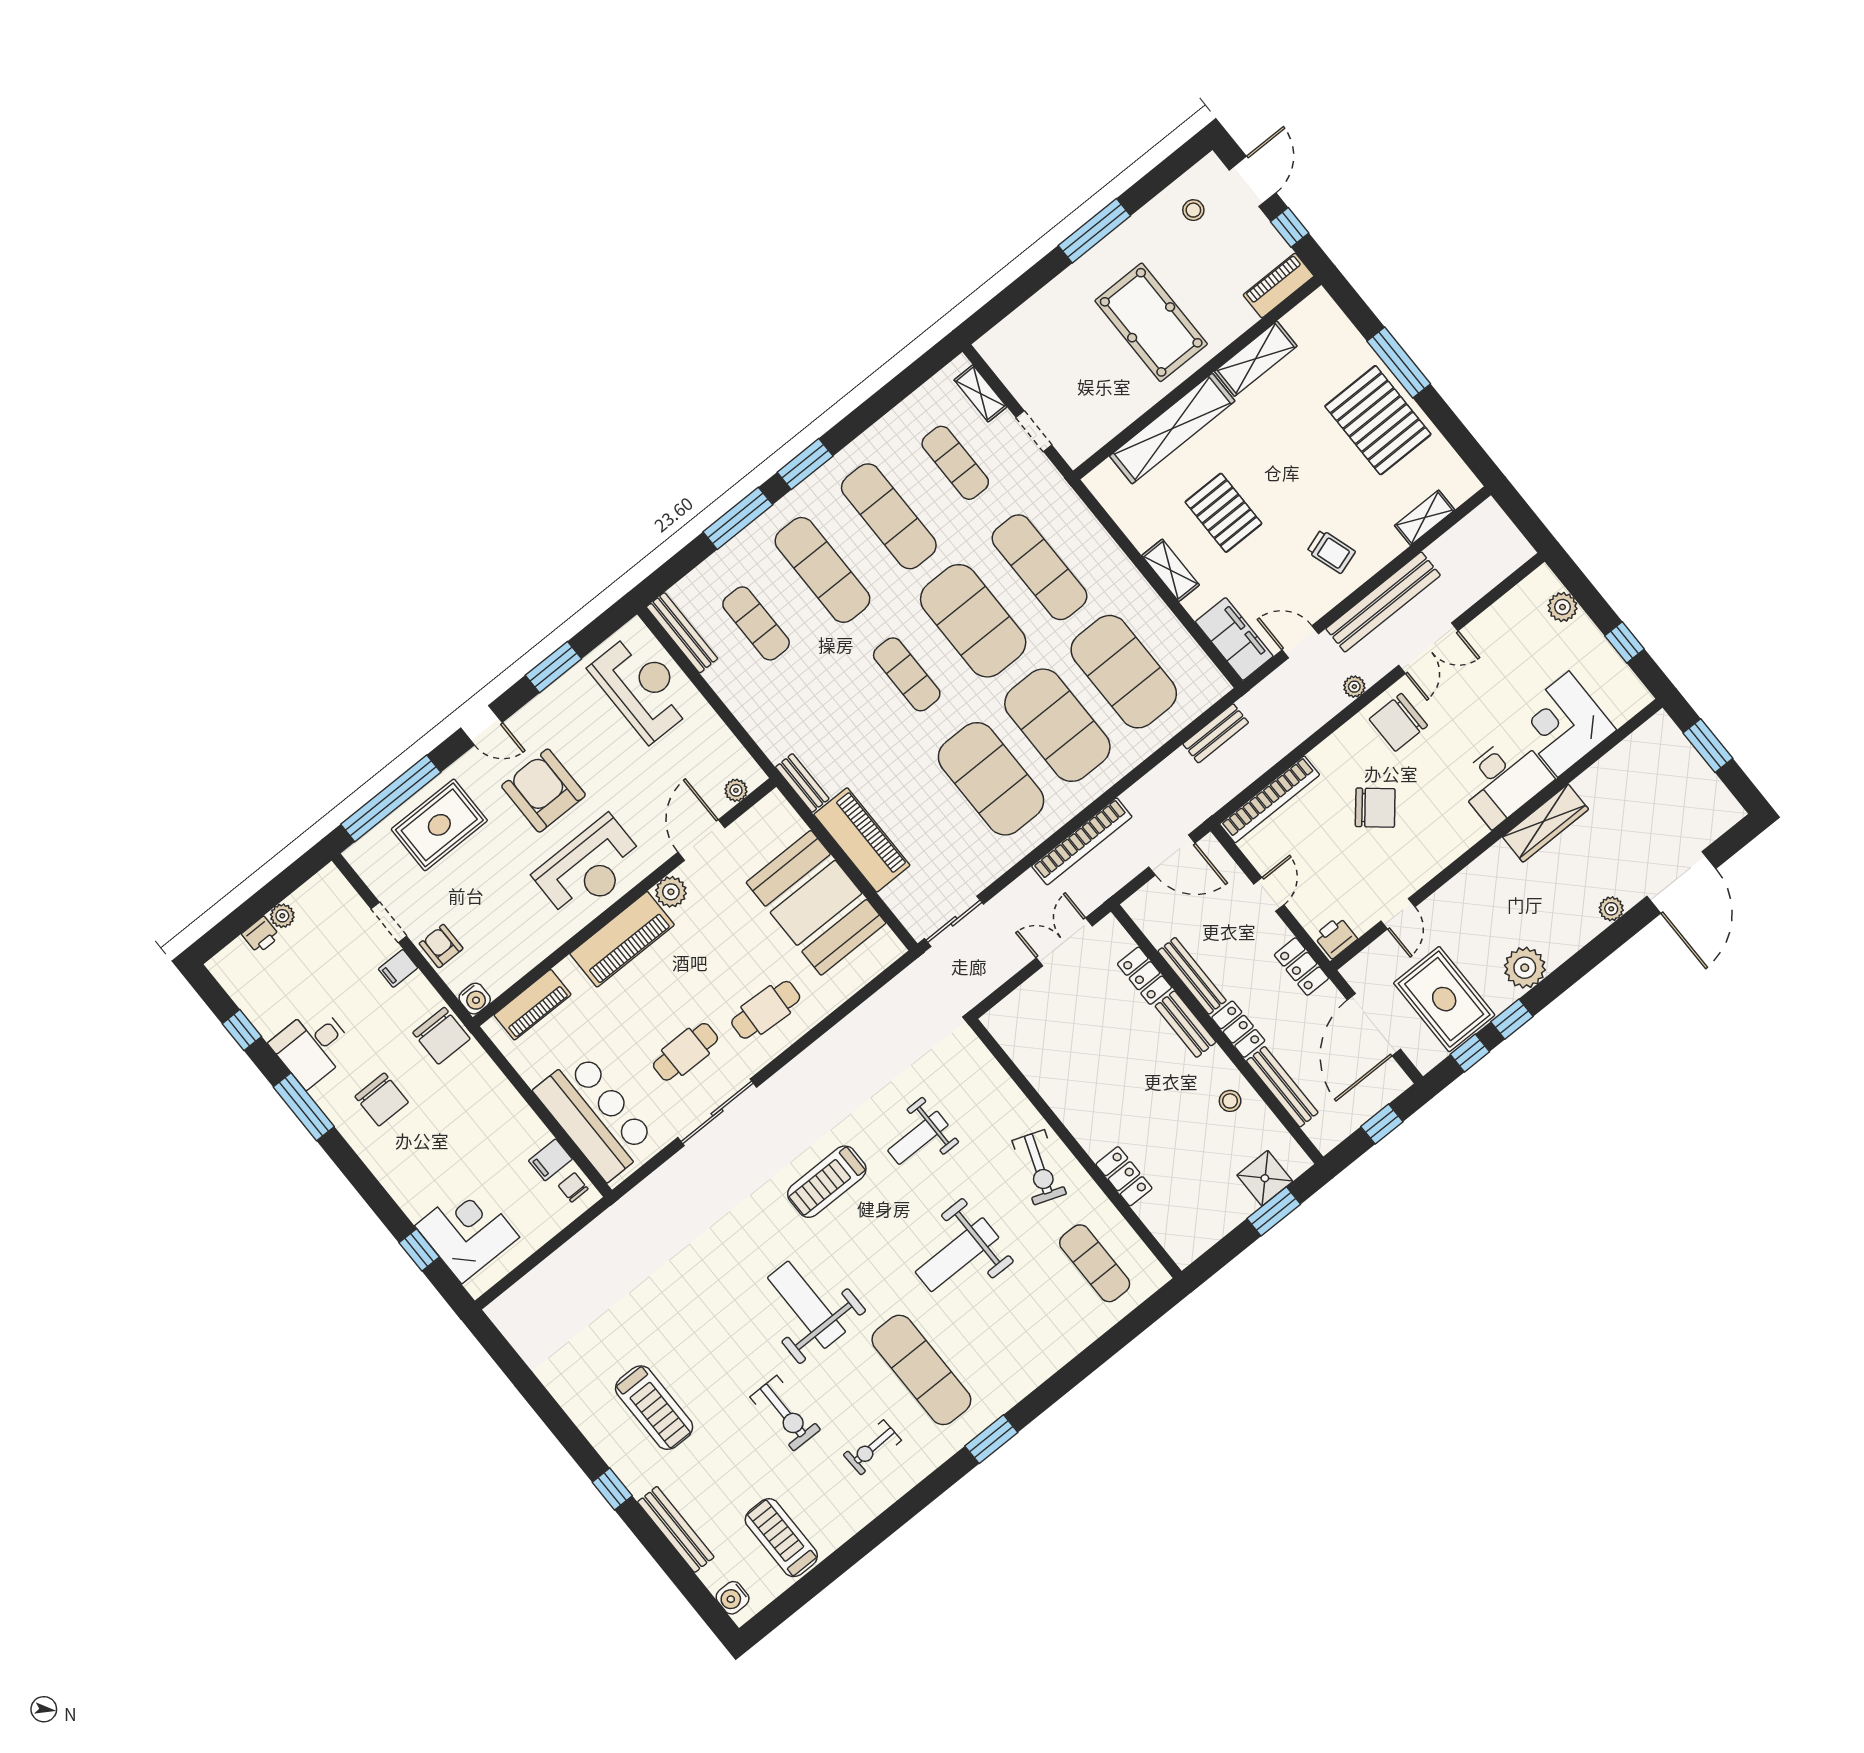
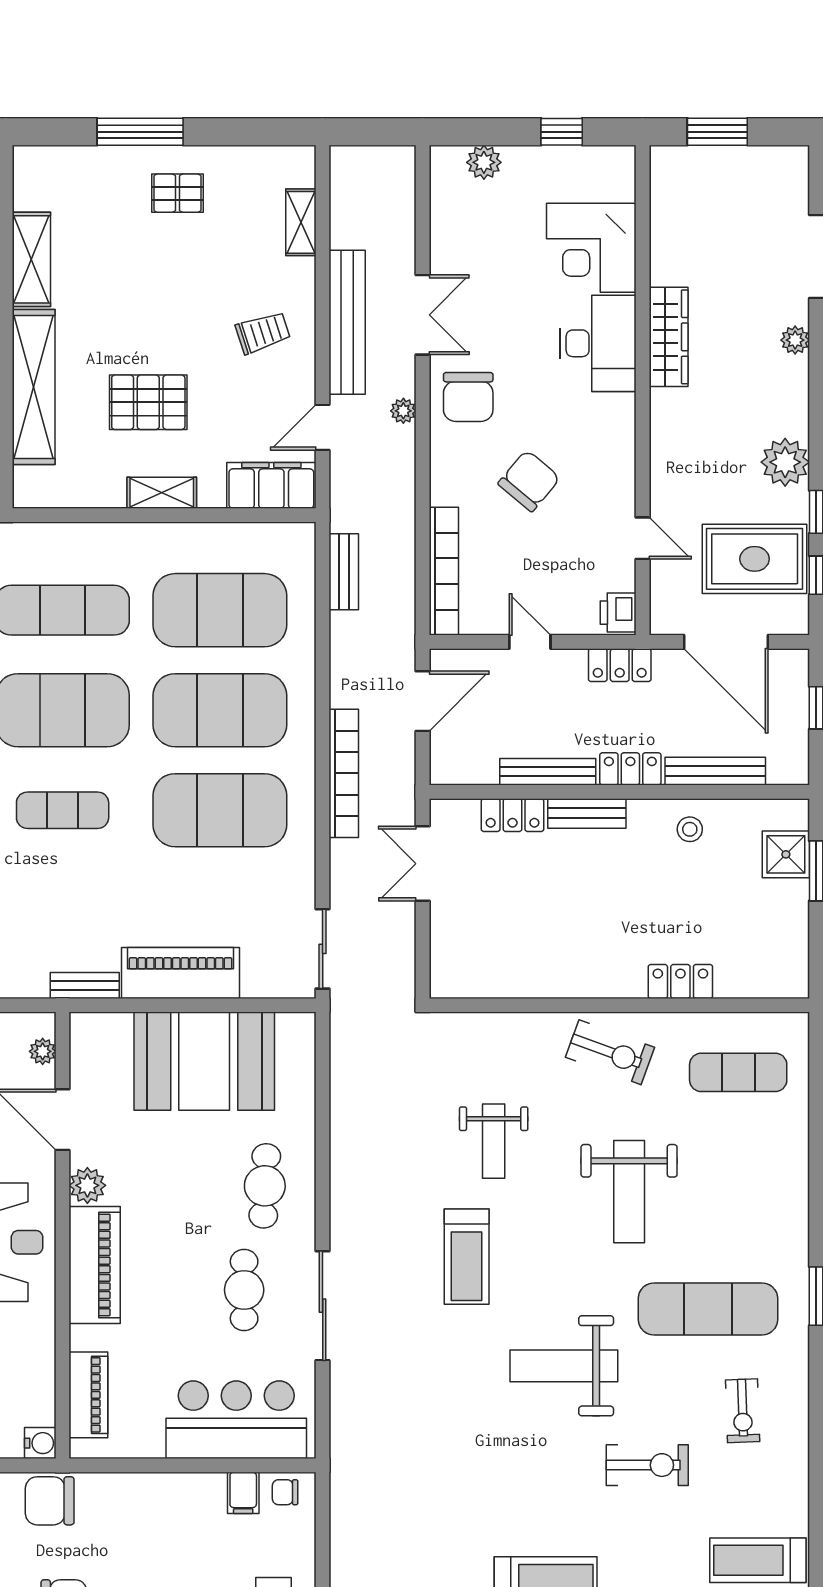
pallet: (1378, 420) -> (178, 193), width x0.49, depth x0.50
chair: (441, 1036) -> (50, 1501), turned 180

